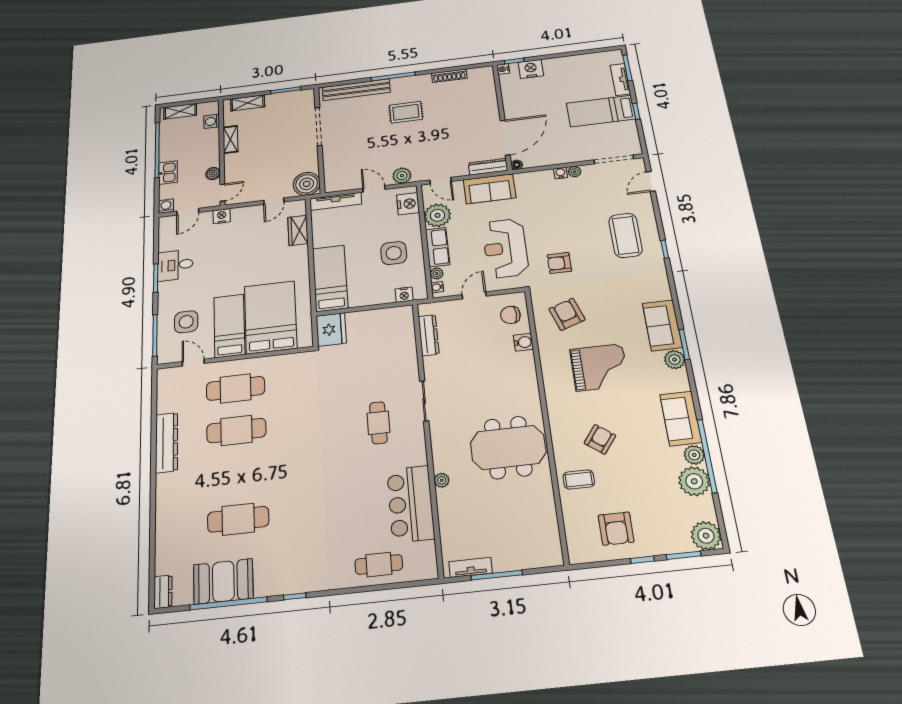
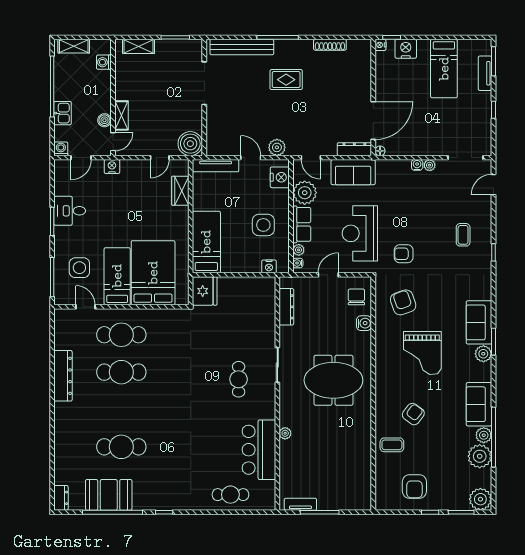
bed: (601, 111) -> (444, 69), moved, turned -90
shelving: (231, 139) -> (121, 115), moved
coffee table: (625, 235) -> (463, 235), width x0.54, depth x0.58
chair: (510, 315) -> (356, 297), turned 90
grand piano: (599, 367) -> (422, 353), turned 90
meeting table: (508, 447) -> (333, 380), moved

